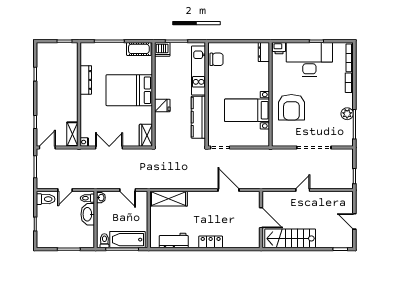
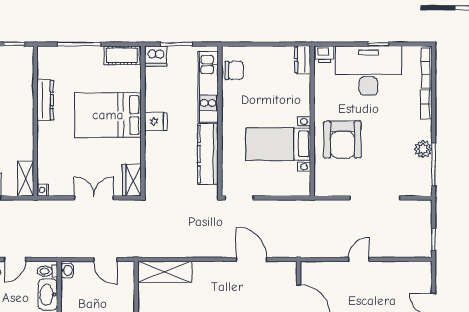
fridge: (162, 105) -> (156, 122), moved
double door: (109, 147) -> (94, 198), moved

